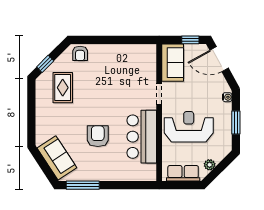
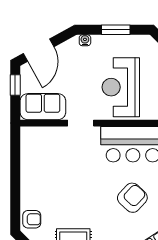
armchair: (98, 136) -> (132, 198), turned 133

